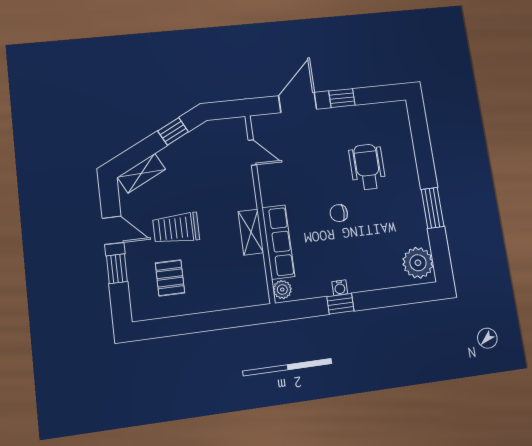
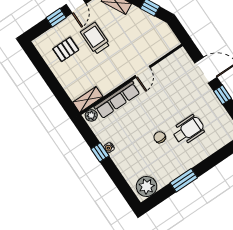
door: (252, 152) -> (143, 72), moved
chair: (339, 213) -> (160, 137), moved
shelving: (251, 232) -> (88, 100), moved

